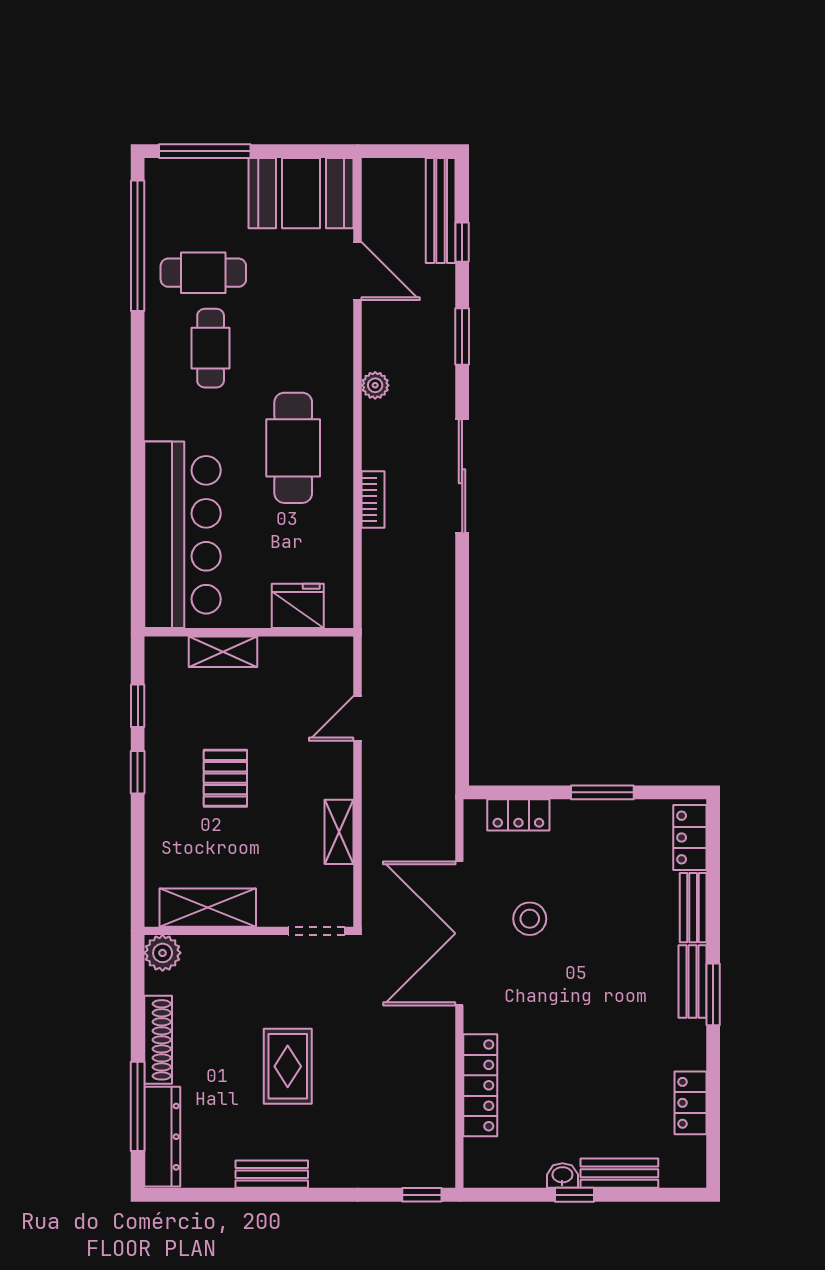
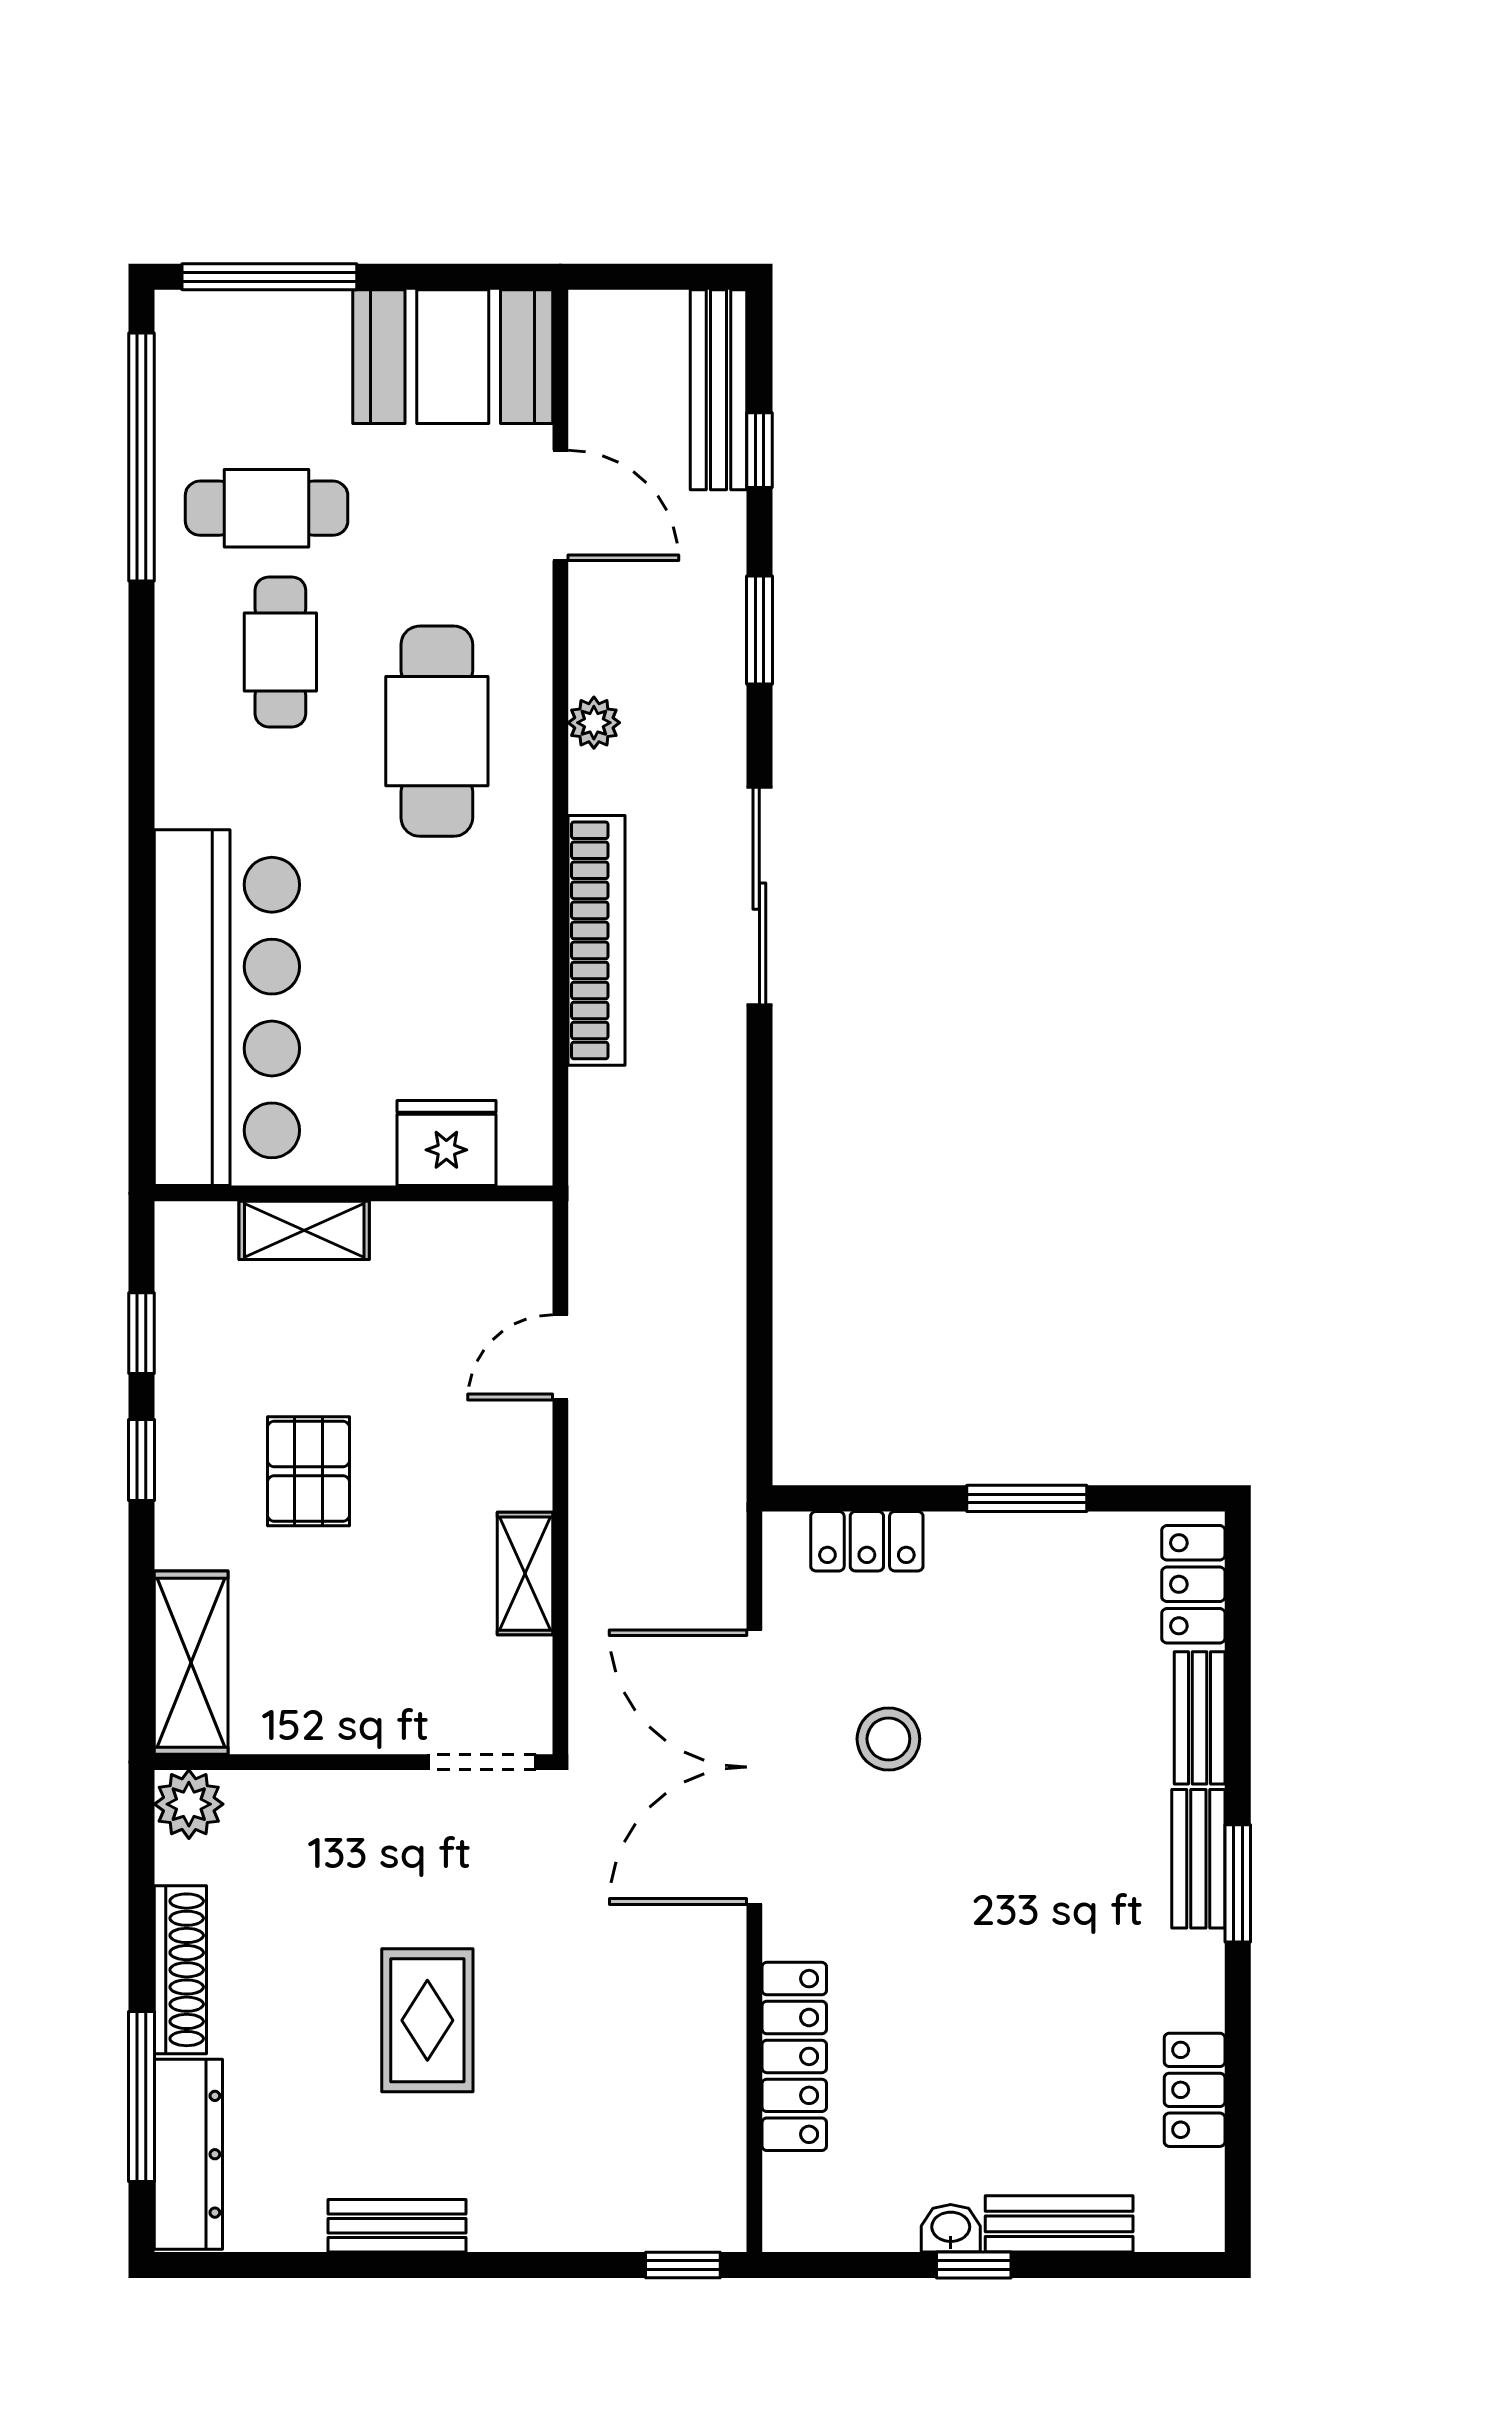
cafe table: (293, 448) -> (437, 731), moved
bookcase: (373, 500) -> (597, 940), width x2.31, depth x1.31
shelving: (208, 908) -> (191, 1663), moved, turned 90

